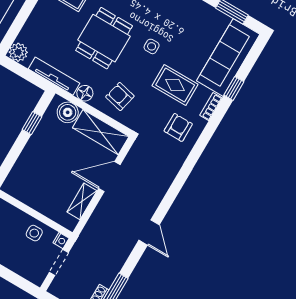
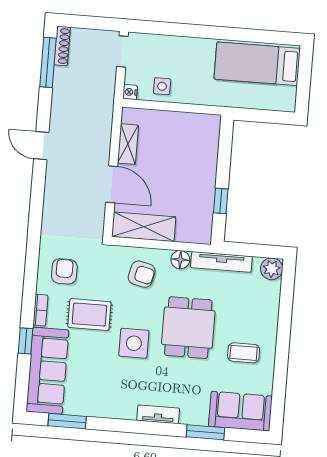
side table: (152, 46) -> (134, 343), width x1.87, depth x1.87
boiler: (68, 112) -> (189, 231), removed
armchair: (178, 127) -> (64, 271), turned 180
door: (109, 177) -> (112, 184), hinge flipped
doorway: (59, 262) -> (122, 52), moved

